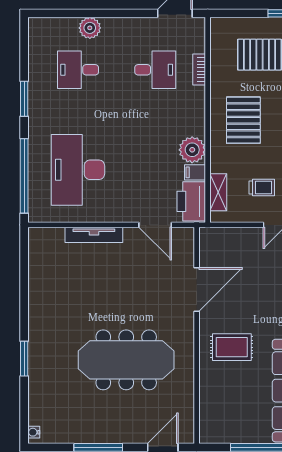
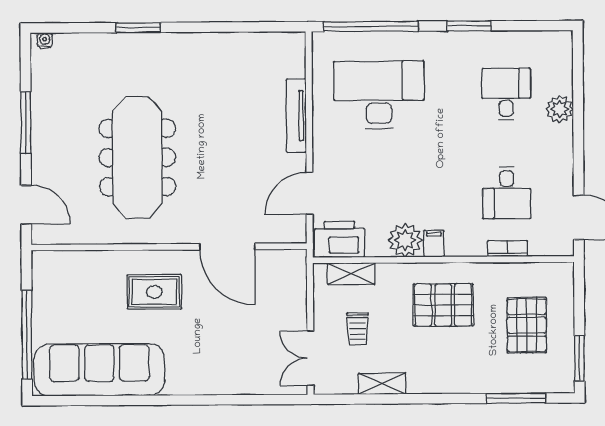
filing cabinet: (195, 172) -> (434, 244), moved
rug: (232, 347) -> (154, 292), turned 90

